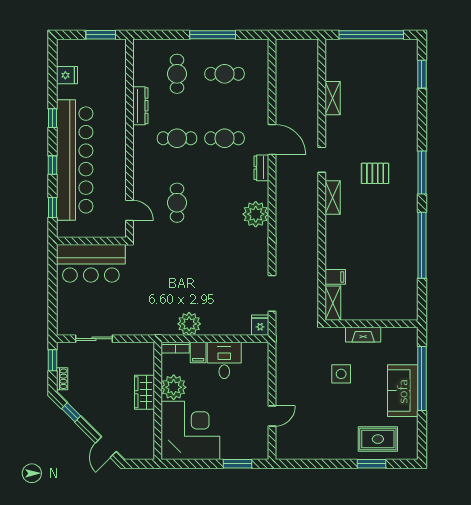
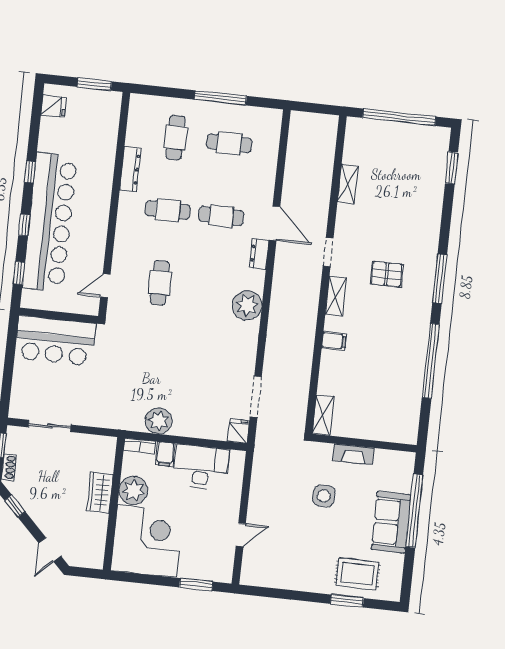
fridge: (67, 75) -> (54, 106), moved
door: (130, 210) -> (105, 286), swing flipped
filing cabinet: (335, 277) -> (334, 341), moved
desk: (224, 360) -> (201, 467), width x1.37

